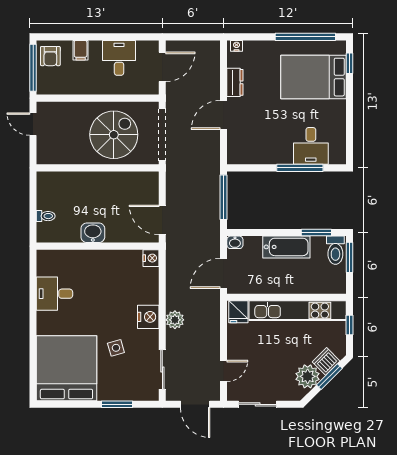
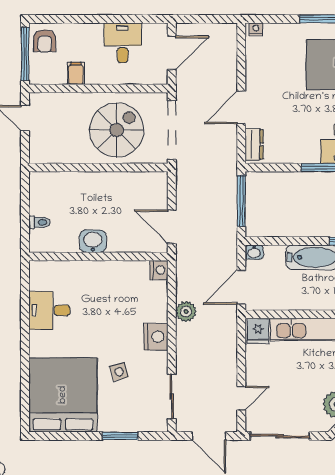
filing cabinet: (81, 50) -> (76, 73), moved, turned 180
dresser: (235, 82) -> (254, 144), moved
plant: (175, 320) -> (186, 312), moved
sliding door: (258, 404) -> (280, 436), width x1.37

